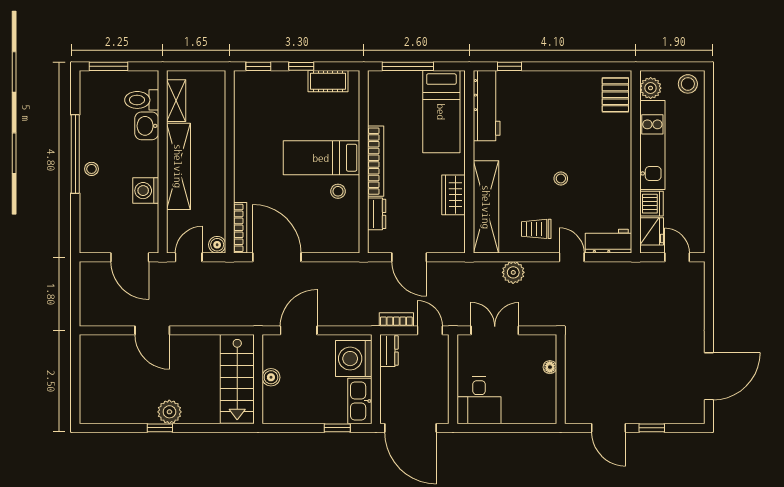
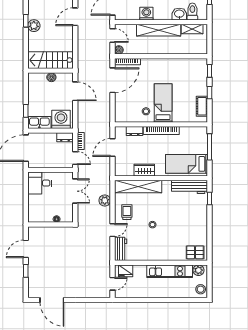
dishwasher: (652, 204) -> (140, 271), removed
door: (430, 330) -> (75, 158), hinge flipped

